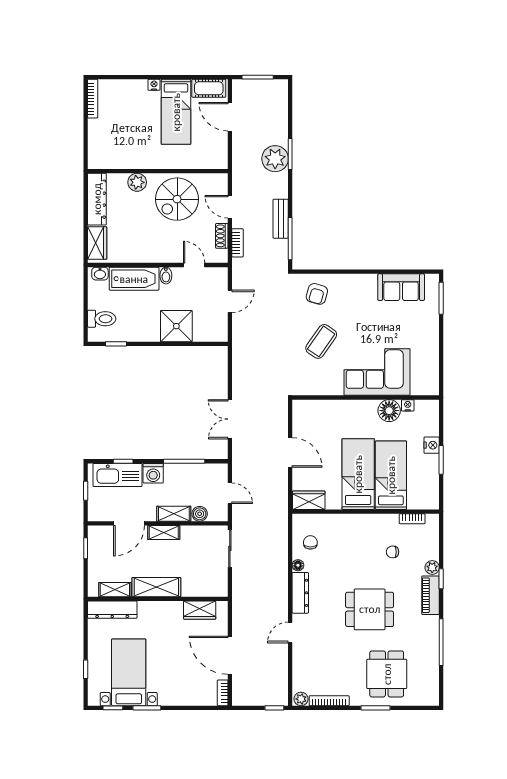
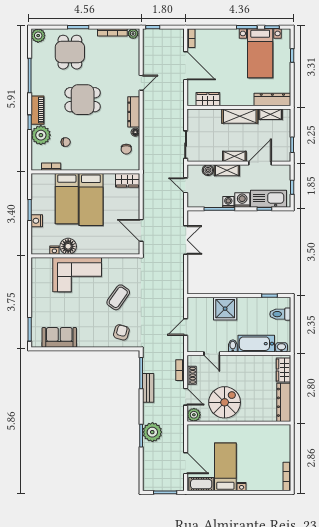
plant: (137, 182) -> (194, 415), moved
door: (290, 452) -> (141, 230), moved
washing machine: (172, 471) -> (228, 202), added
plant: (432, 567) -> (41, 135), width x1.87, depth x1.87
plant: (430, 696) -> (38, 36), added

